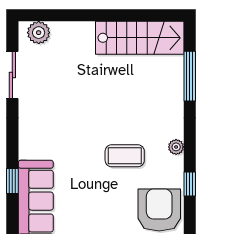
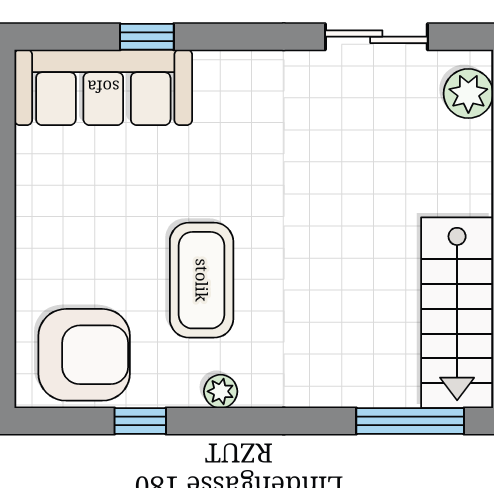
window: (190, 76) -> (410, 421), moved
coffee table: (125, 156) -> (202, 280), width x1.36, depth x1.32

